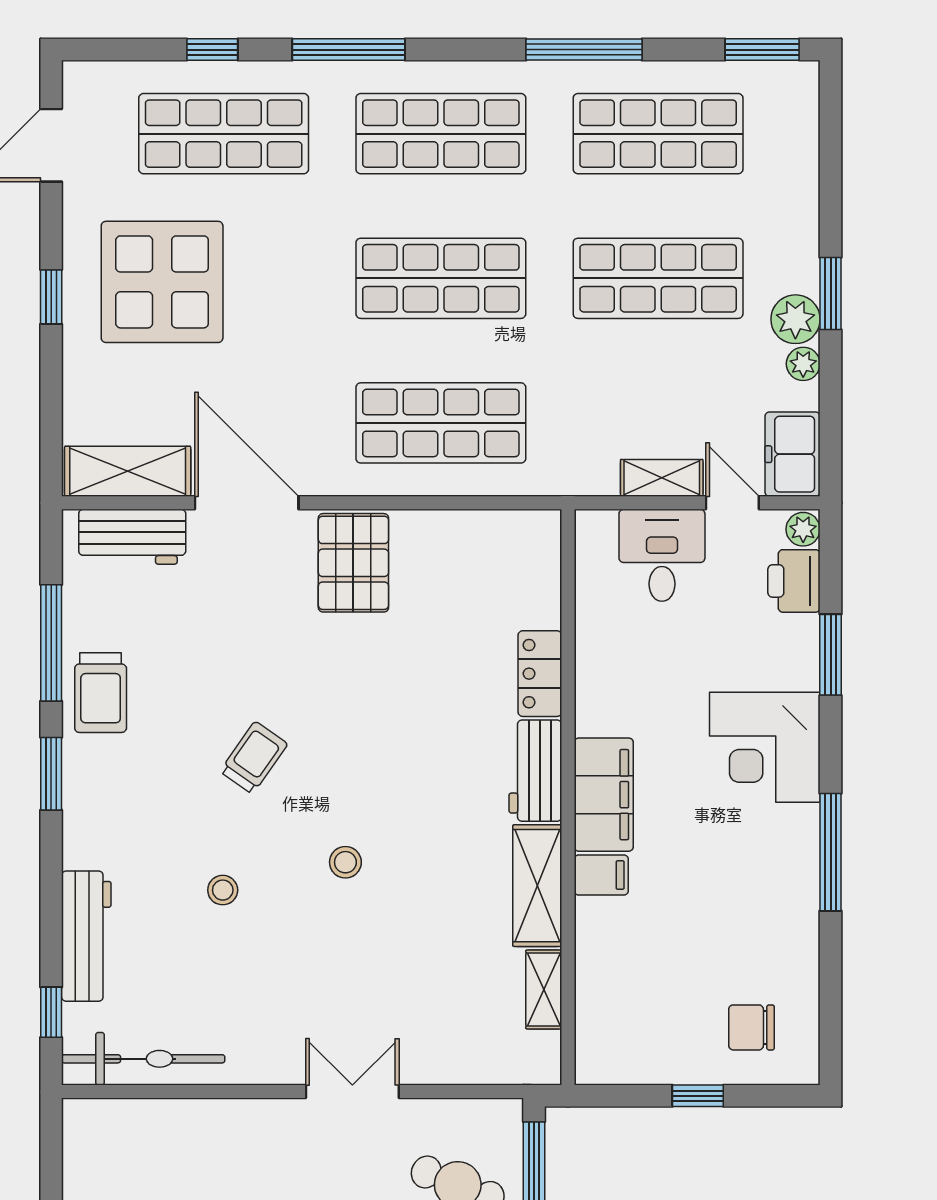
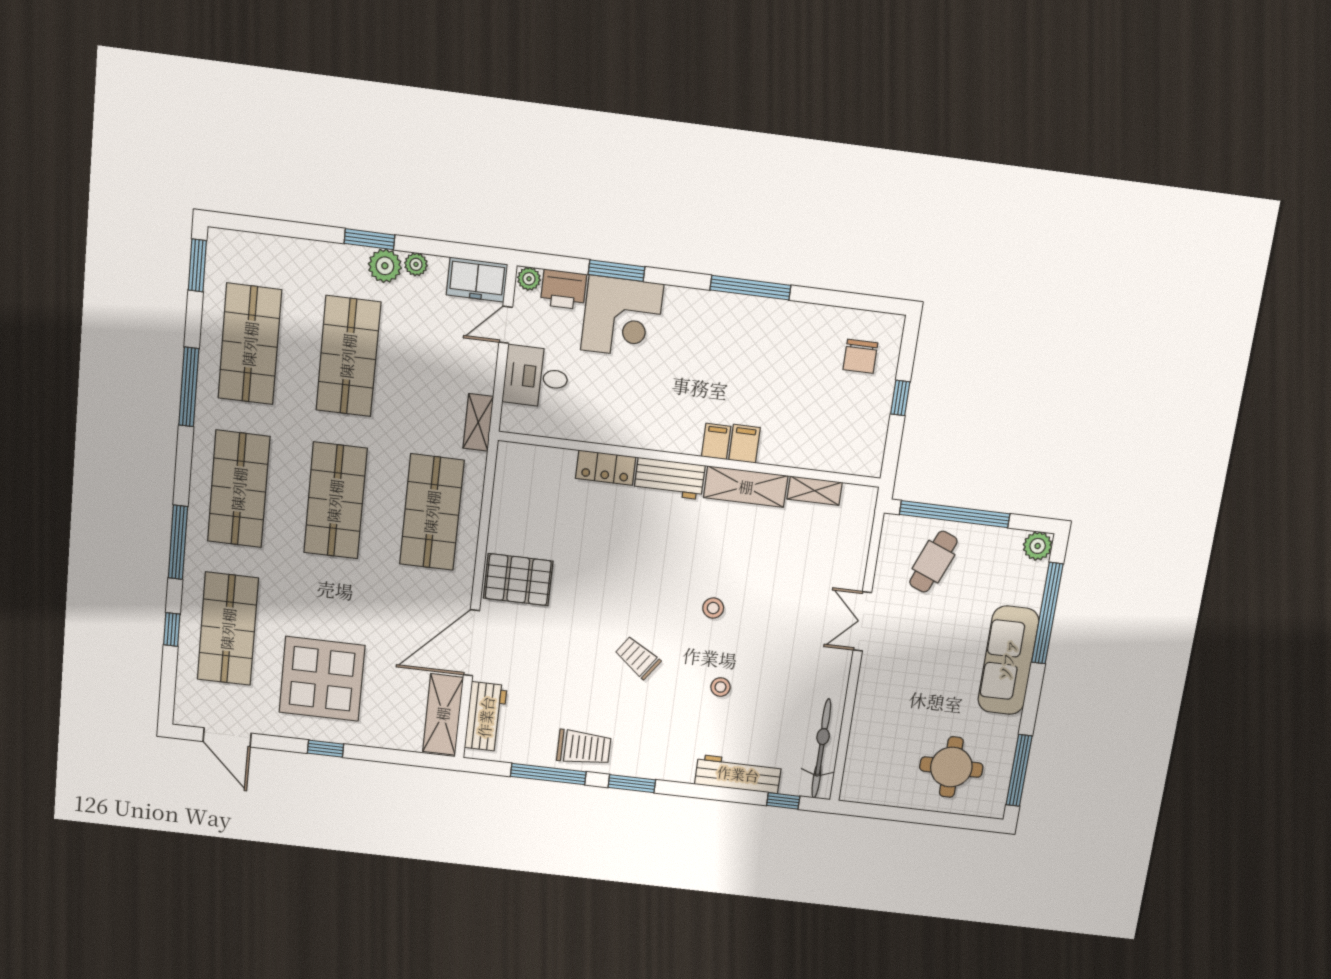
shelving: (662, 478) -> (478, 422), moved
corner desk: (765, 747) -> (622, 317), moved
filing cabinet: (604, 795) -> (716, 441), width x0.33, depth x0.86

